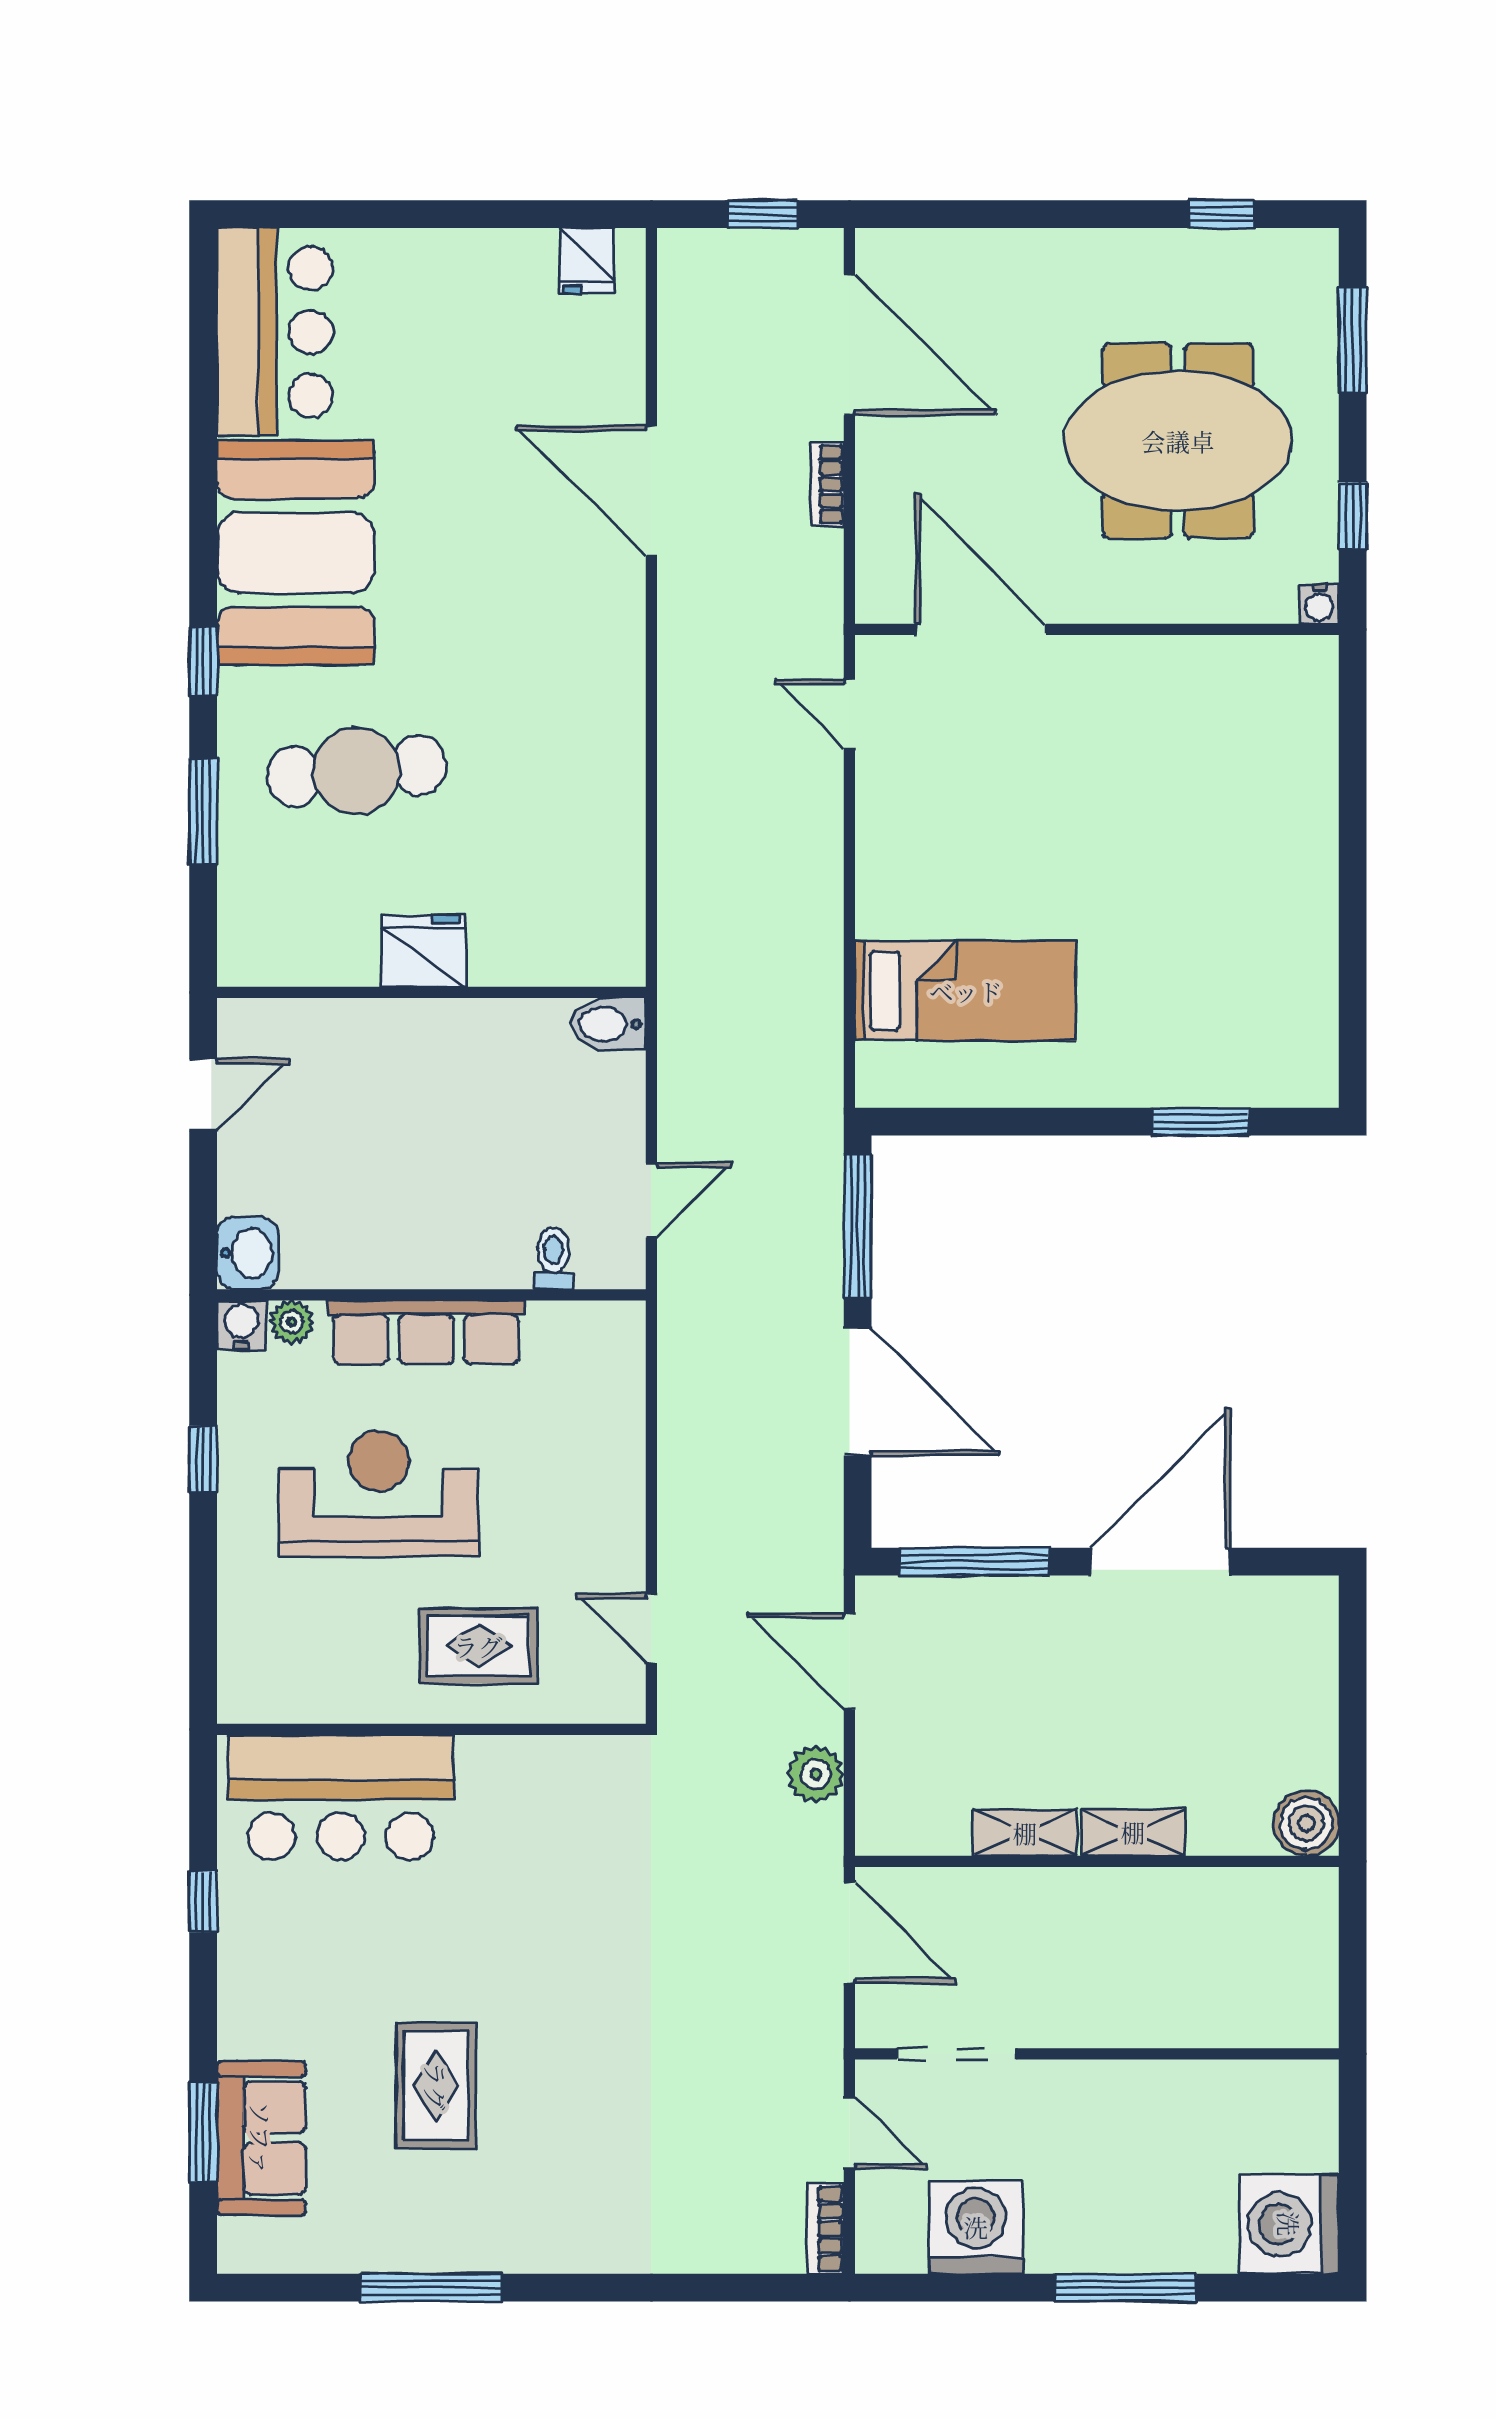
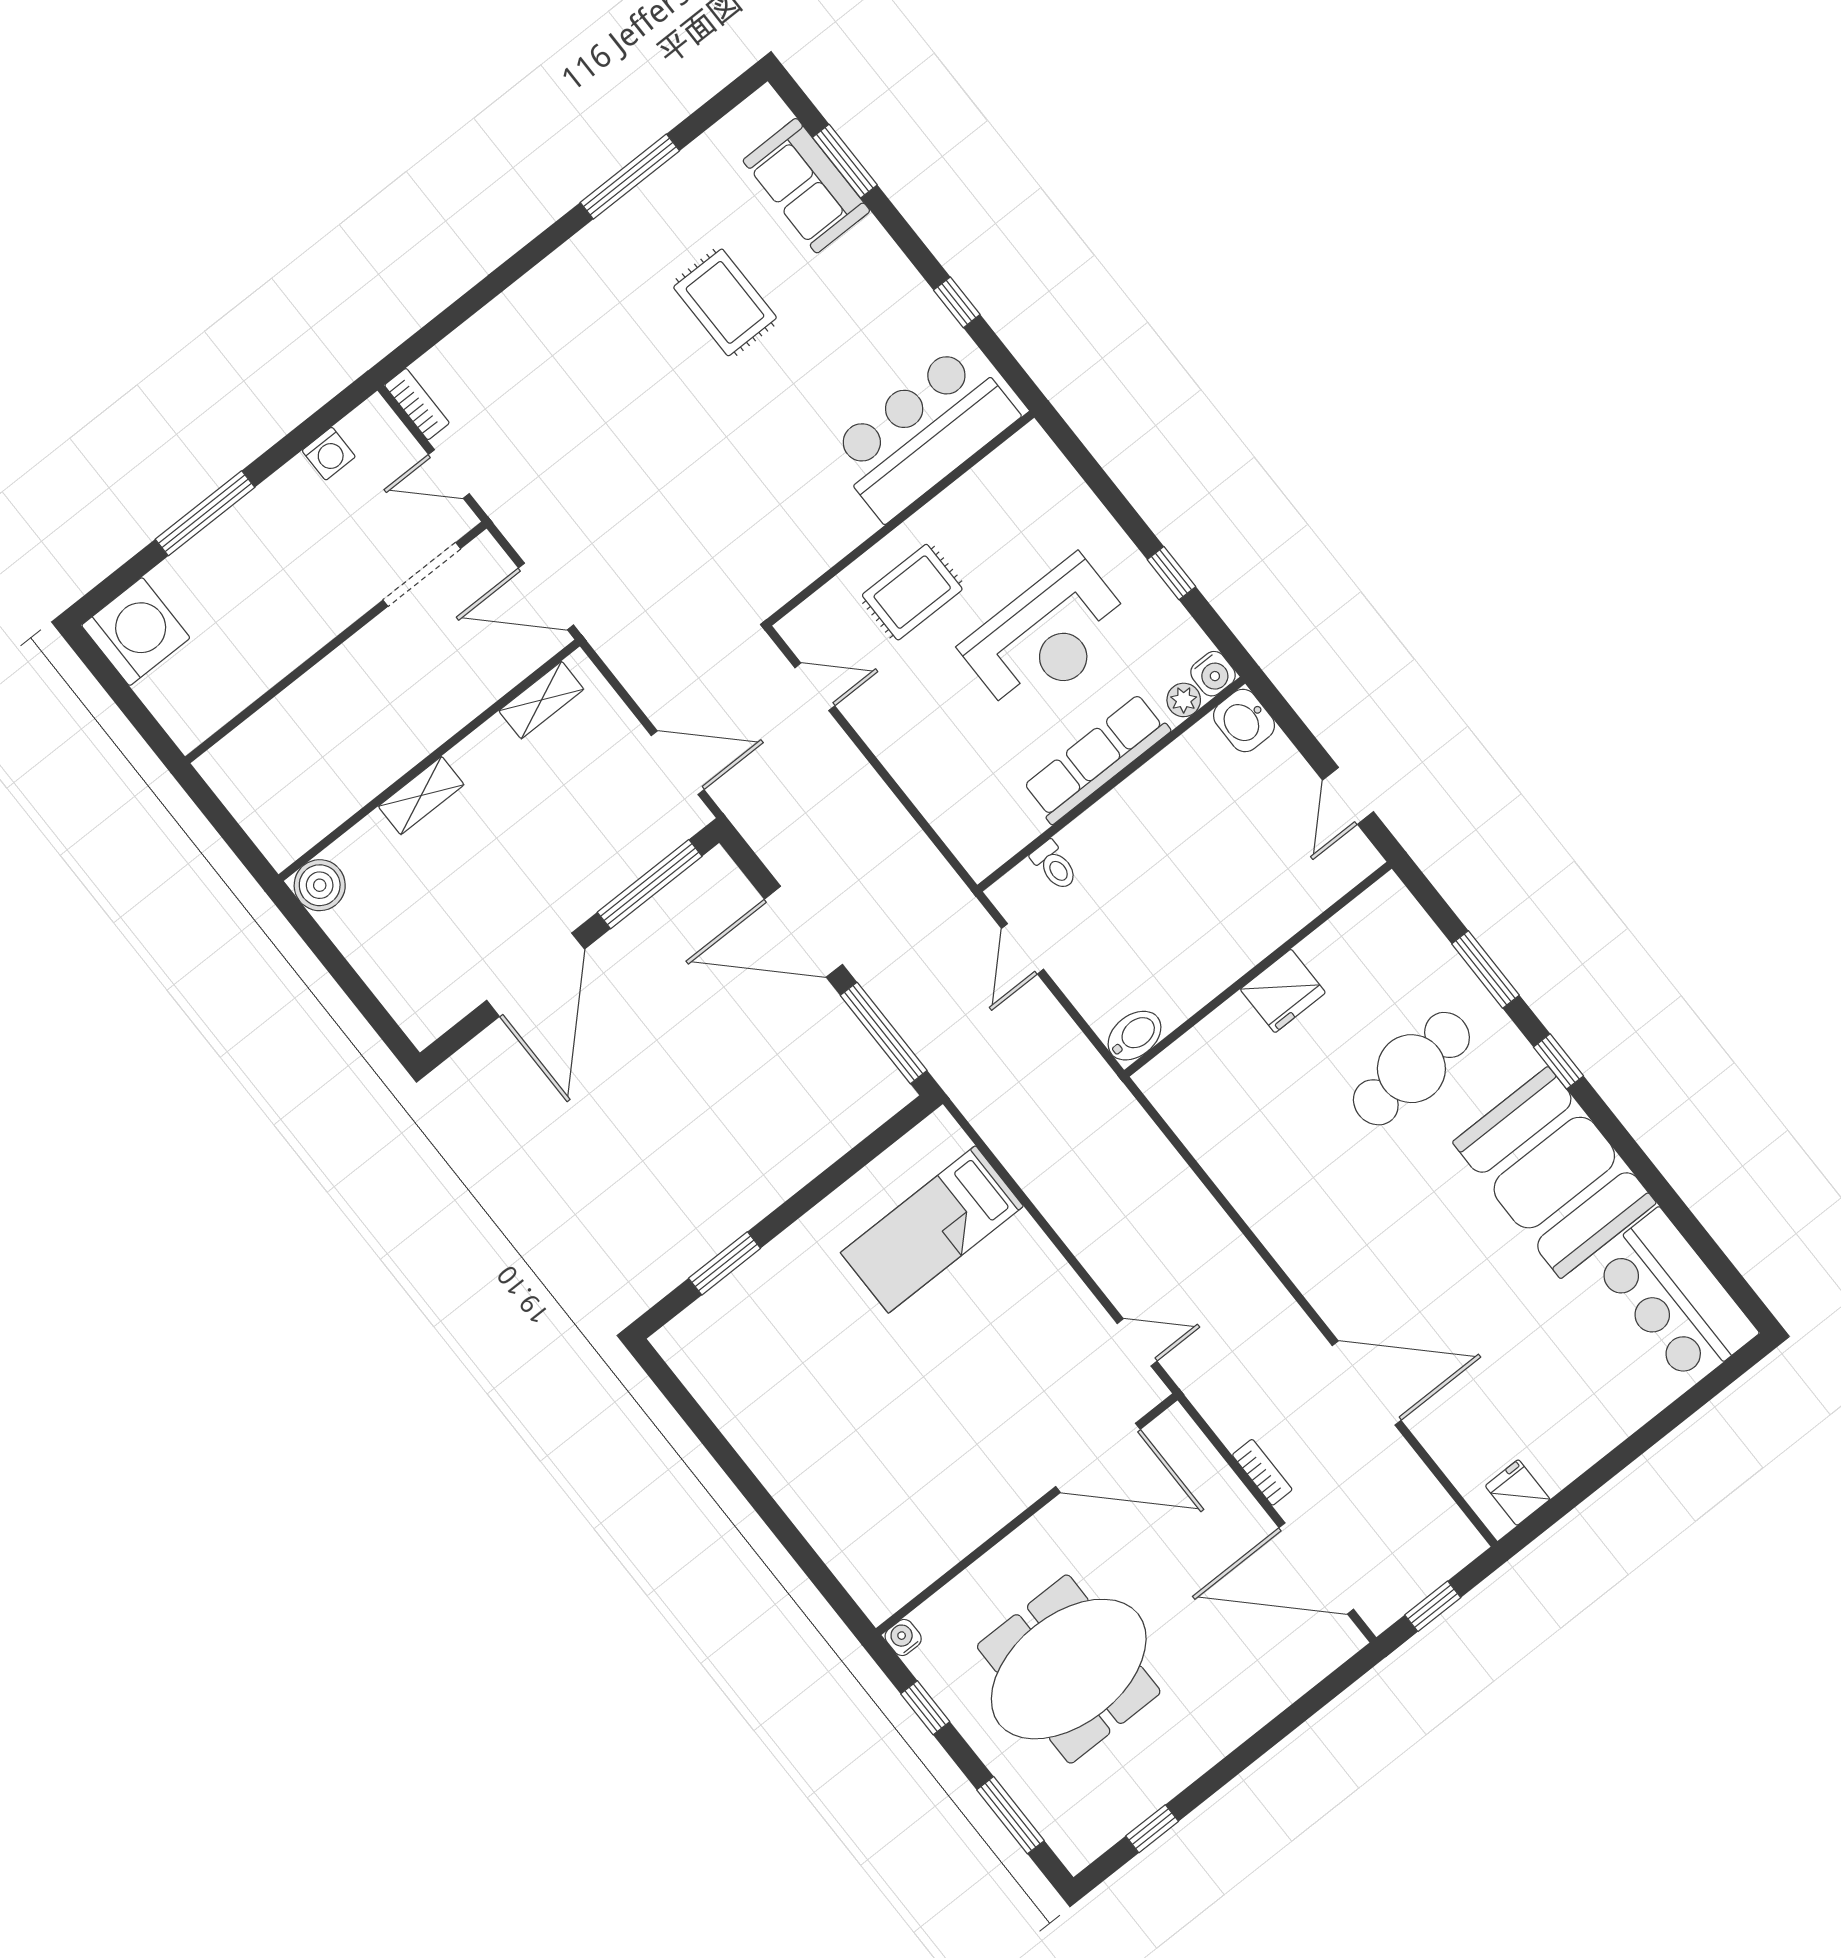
plant: (816, 1774) -> (644, 677), removed
shelving: (1025, 1833) -> (541, 700), moved
washing machine: (976, 2227) -> (329, 454), width x0.53, depth x0.53

